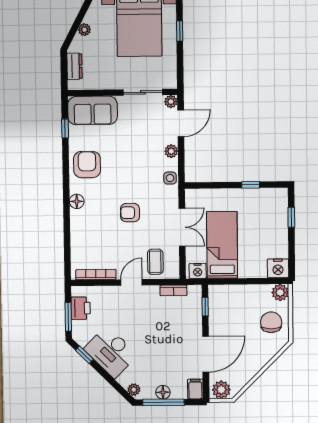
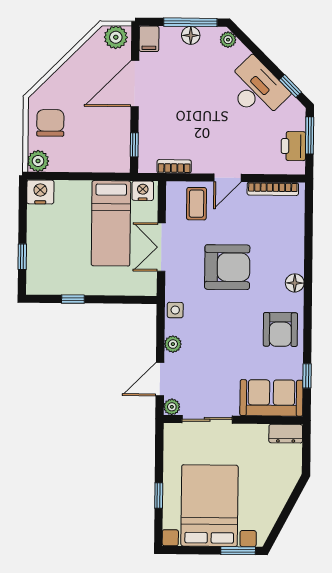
plant: (84, 30) -> (279, 500), removed
dresser: (75, 66) -> (286, 434), moved, turned -90
armchair: (130, 213) -> (227, 267), width x1.88, depth x1.88
chair: (271, 322) -> (50, 123), turned 180

